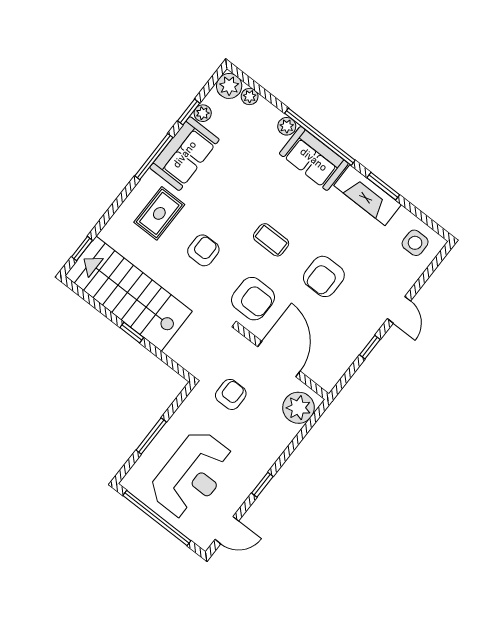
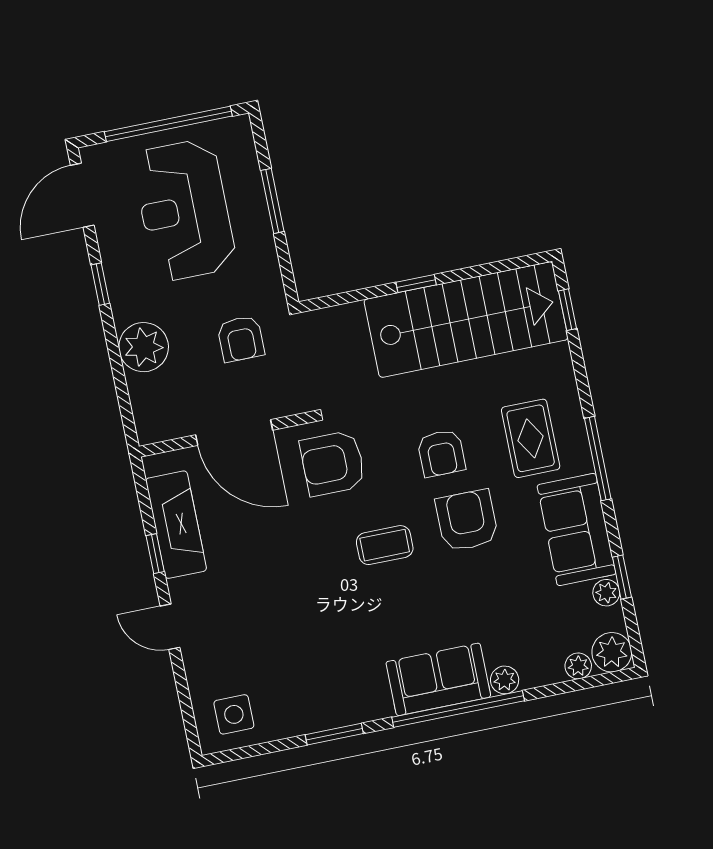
window: (154, 157) -> (598, 459), moved
fireplace: (368, 195) -> (176, 525), moved, turned 90
armchair: (324, 276) -> (467, 520), moved
plant: (298, 408) -> (144, 347), moved
door: (227, 530) -> (82, 195), width x1.38

